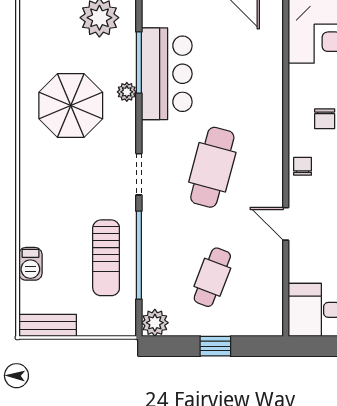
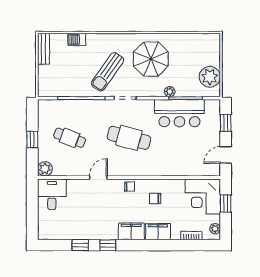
parasol: (71, 106) -> (151, 59), moved
sun lounger: (106, 258) -> (107, 72), moved, turned -55
plant: (155, 323) -> (45, 169), moved

